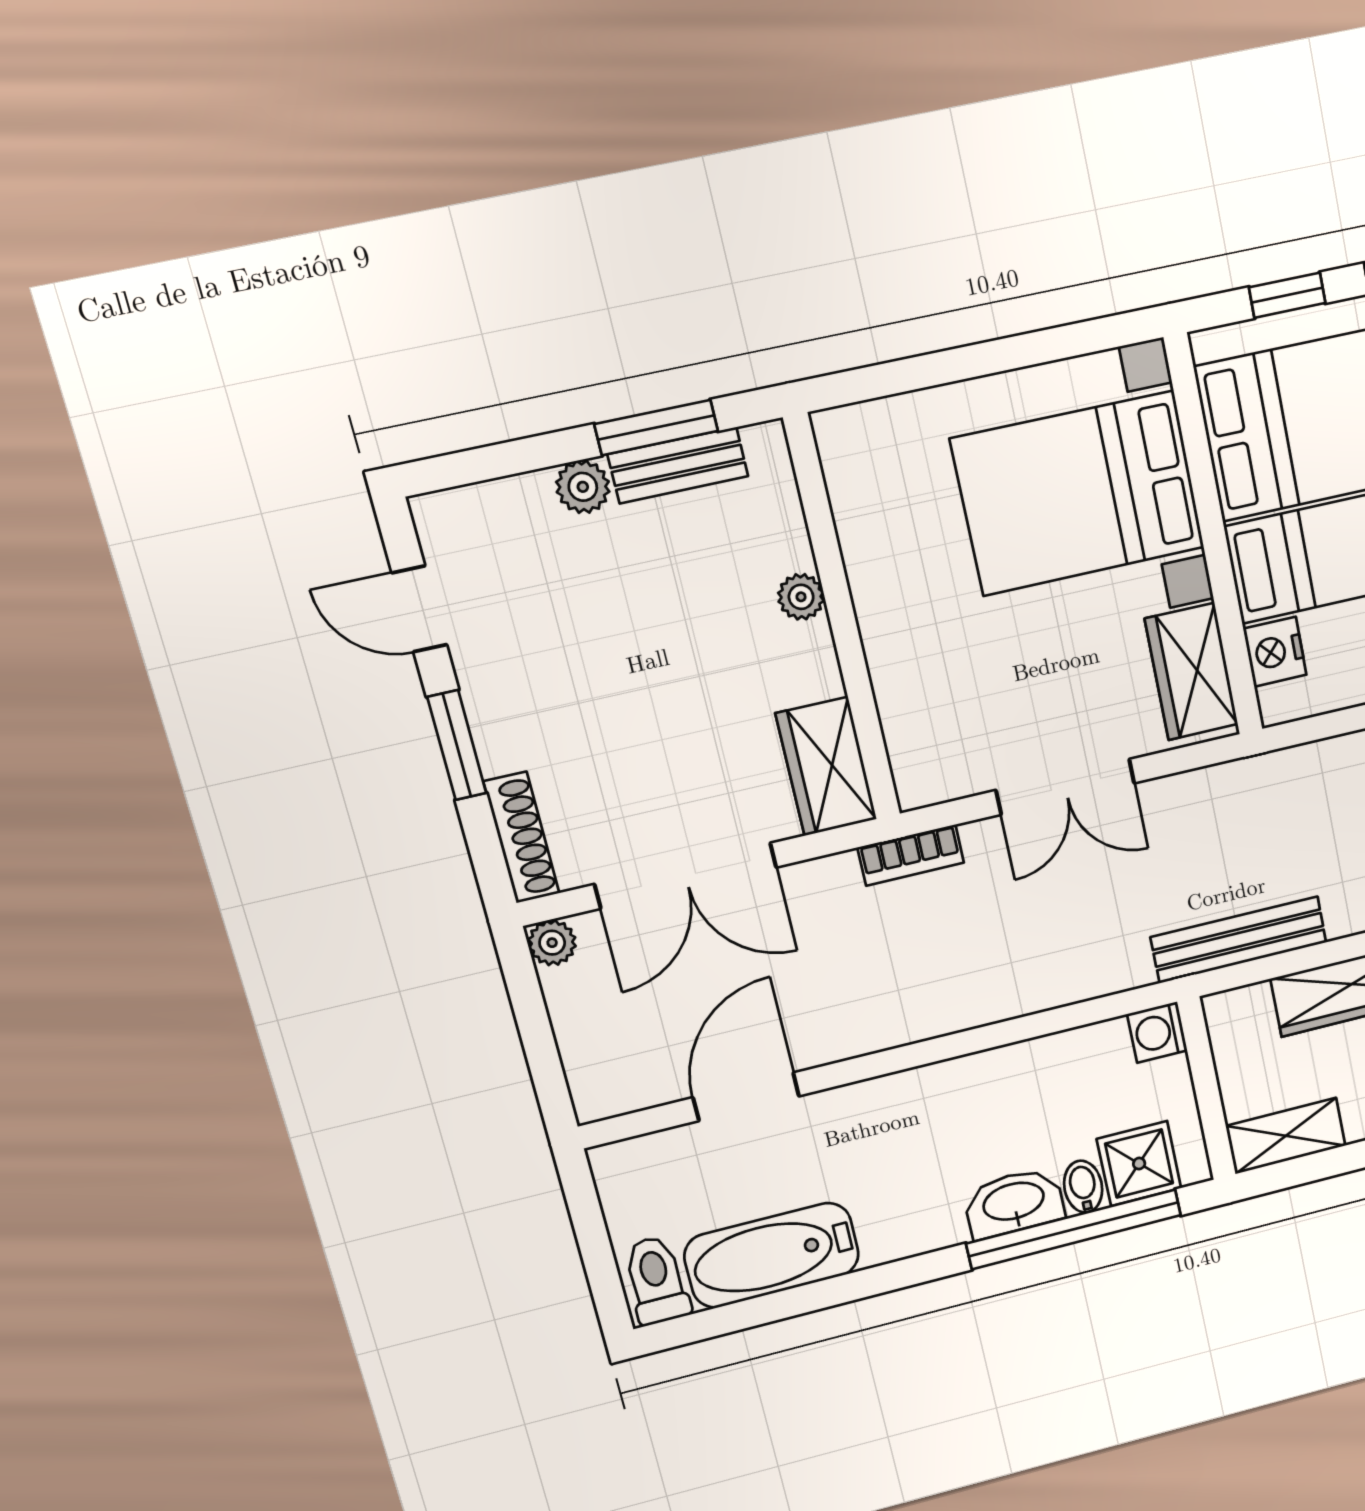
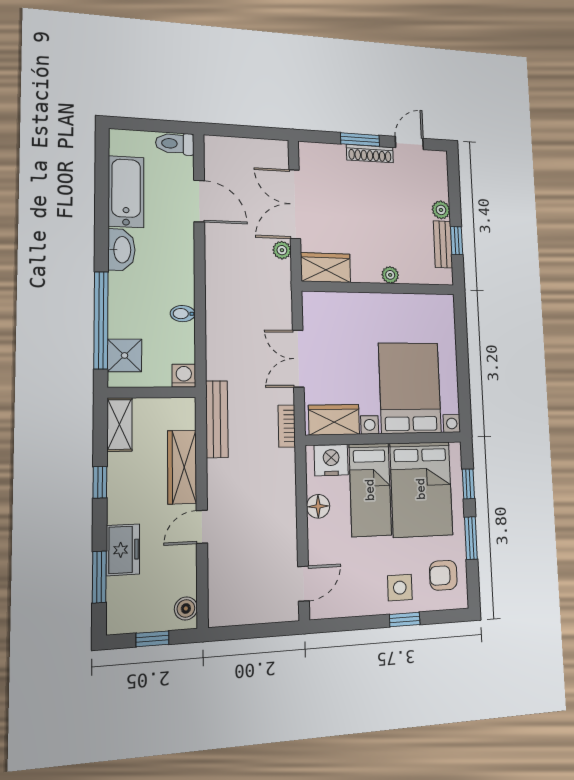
window: (656, 428) -> (457, 241), width x0.67
nightstand: (1275, 652) -> (331, 460), width x1.36, depth x1.33
shoe rack: (521, 838) -> (370, 154), moved
bookcase: (911, 855) -> (287, 426), moved
plant: (552, 943) -> (282, 250), moved
bidet: (1083, 1187) -> (183, 314), moved, turned 180
washbasin: (1014, 1203) -> (121, 250), moved
toilet: (656, 1280) -> (175, 144), moved, turned 180

